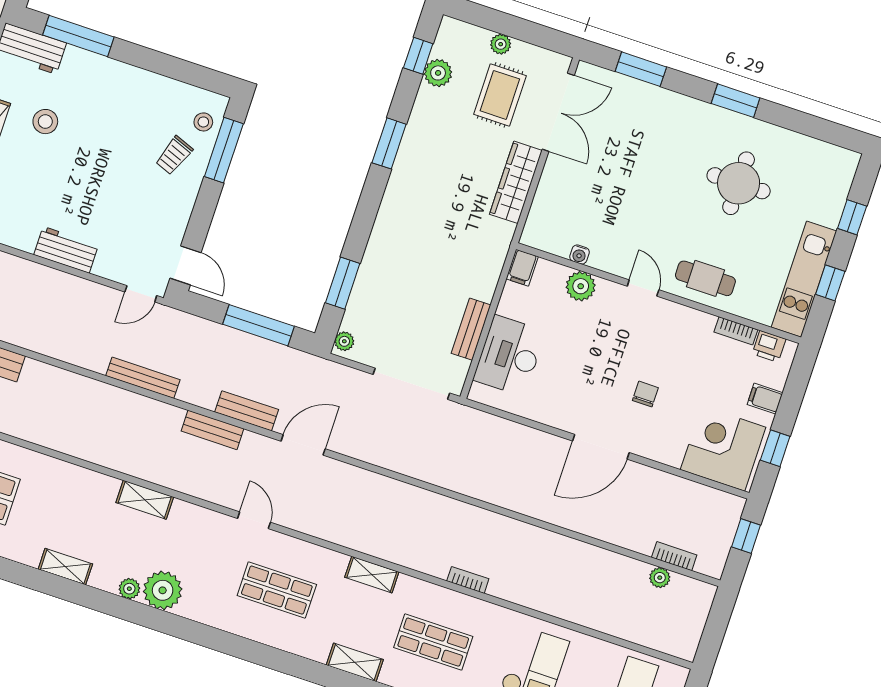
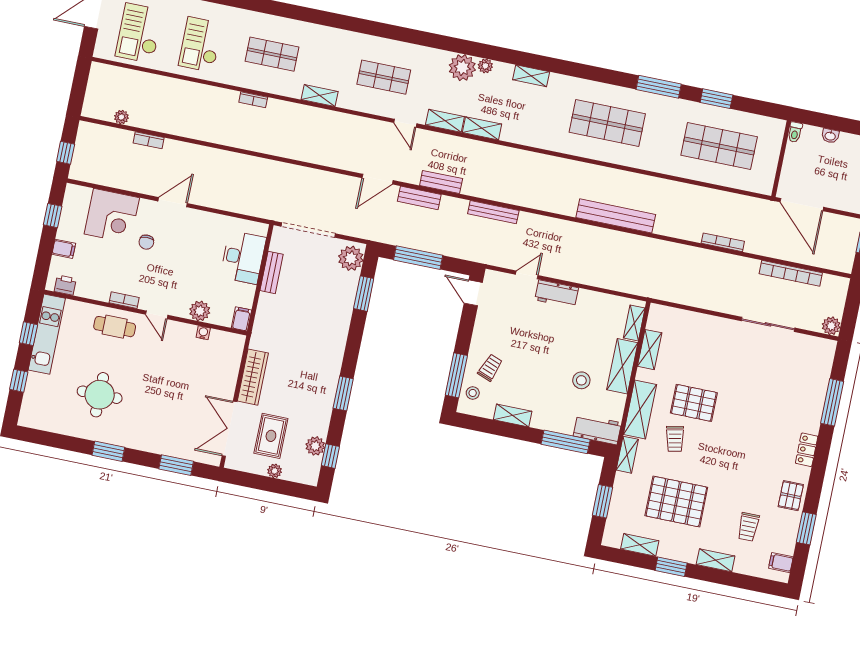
shelving: (150, 83) -> (513, 415), added
door: (141, 294) -> (527, 275), moved
bookcase: (736, 331) -> (124, 300), moved
plant: (344, 341) -> (351, 258), width x1.88, depth x1.88
door: (601, 447) -> (173, 202), width x0.73
corner desk: (723, 448) -> (112, 216), moved
bookcase: (674, 556) -> (149, 140), moved
shelving: (355, 662) -> (445, 121), moved

